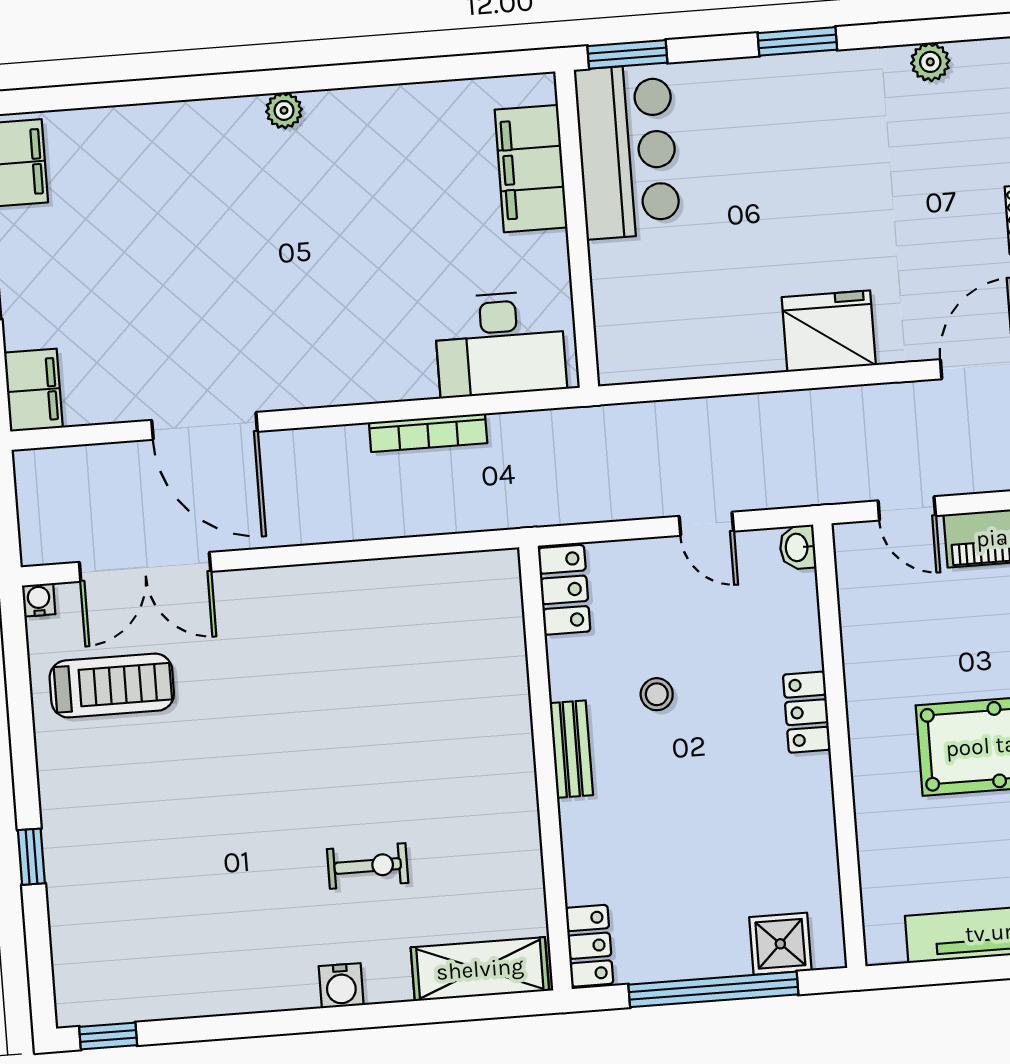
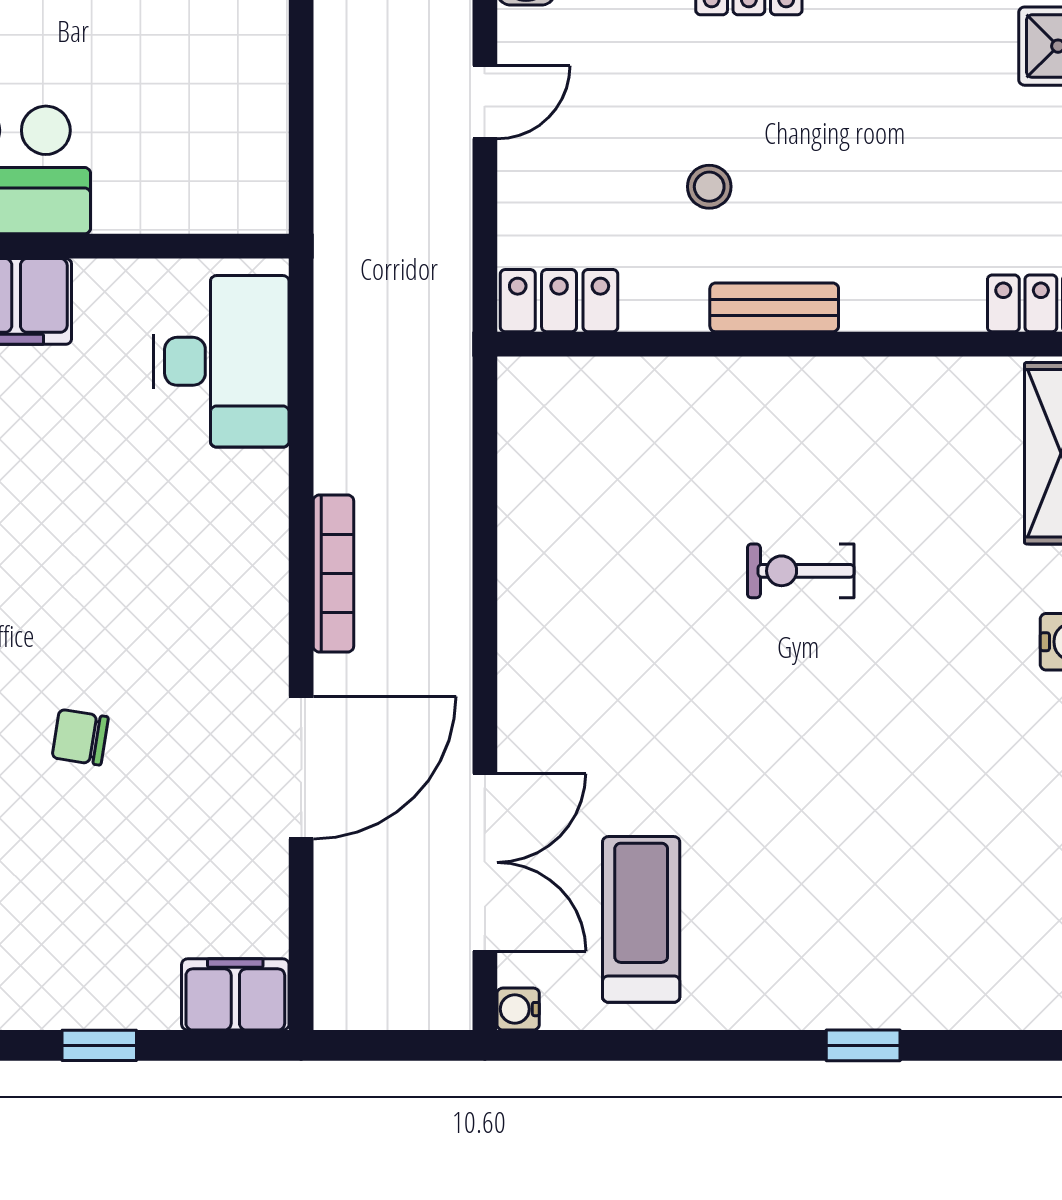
chair: (214, 261) -> (80, 737), added
bookcase: (428, 433) -> (333, 573), moved
exercise bike: (368, 866) -> (801, 571), moved, turned -90

